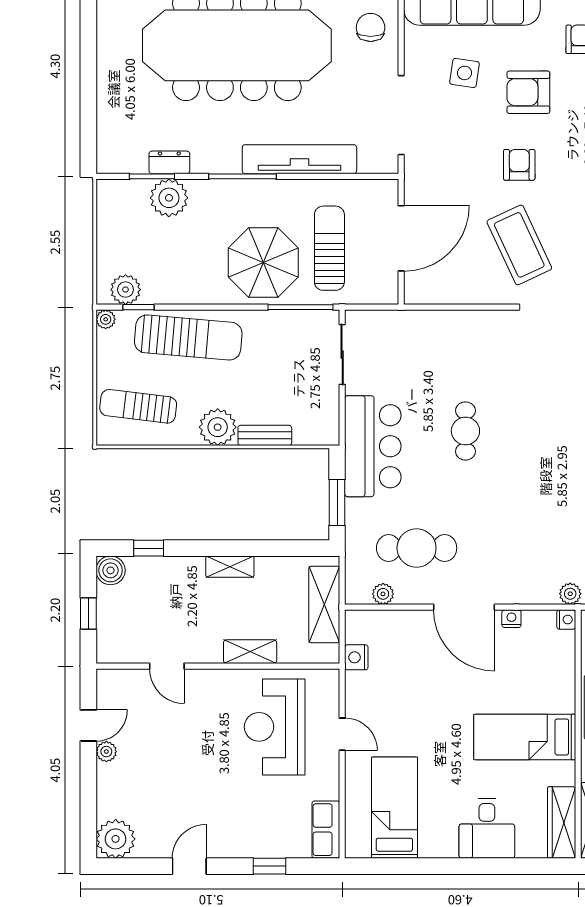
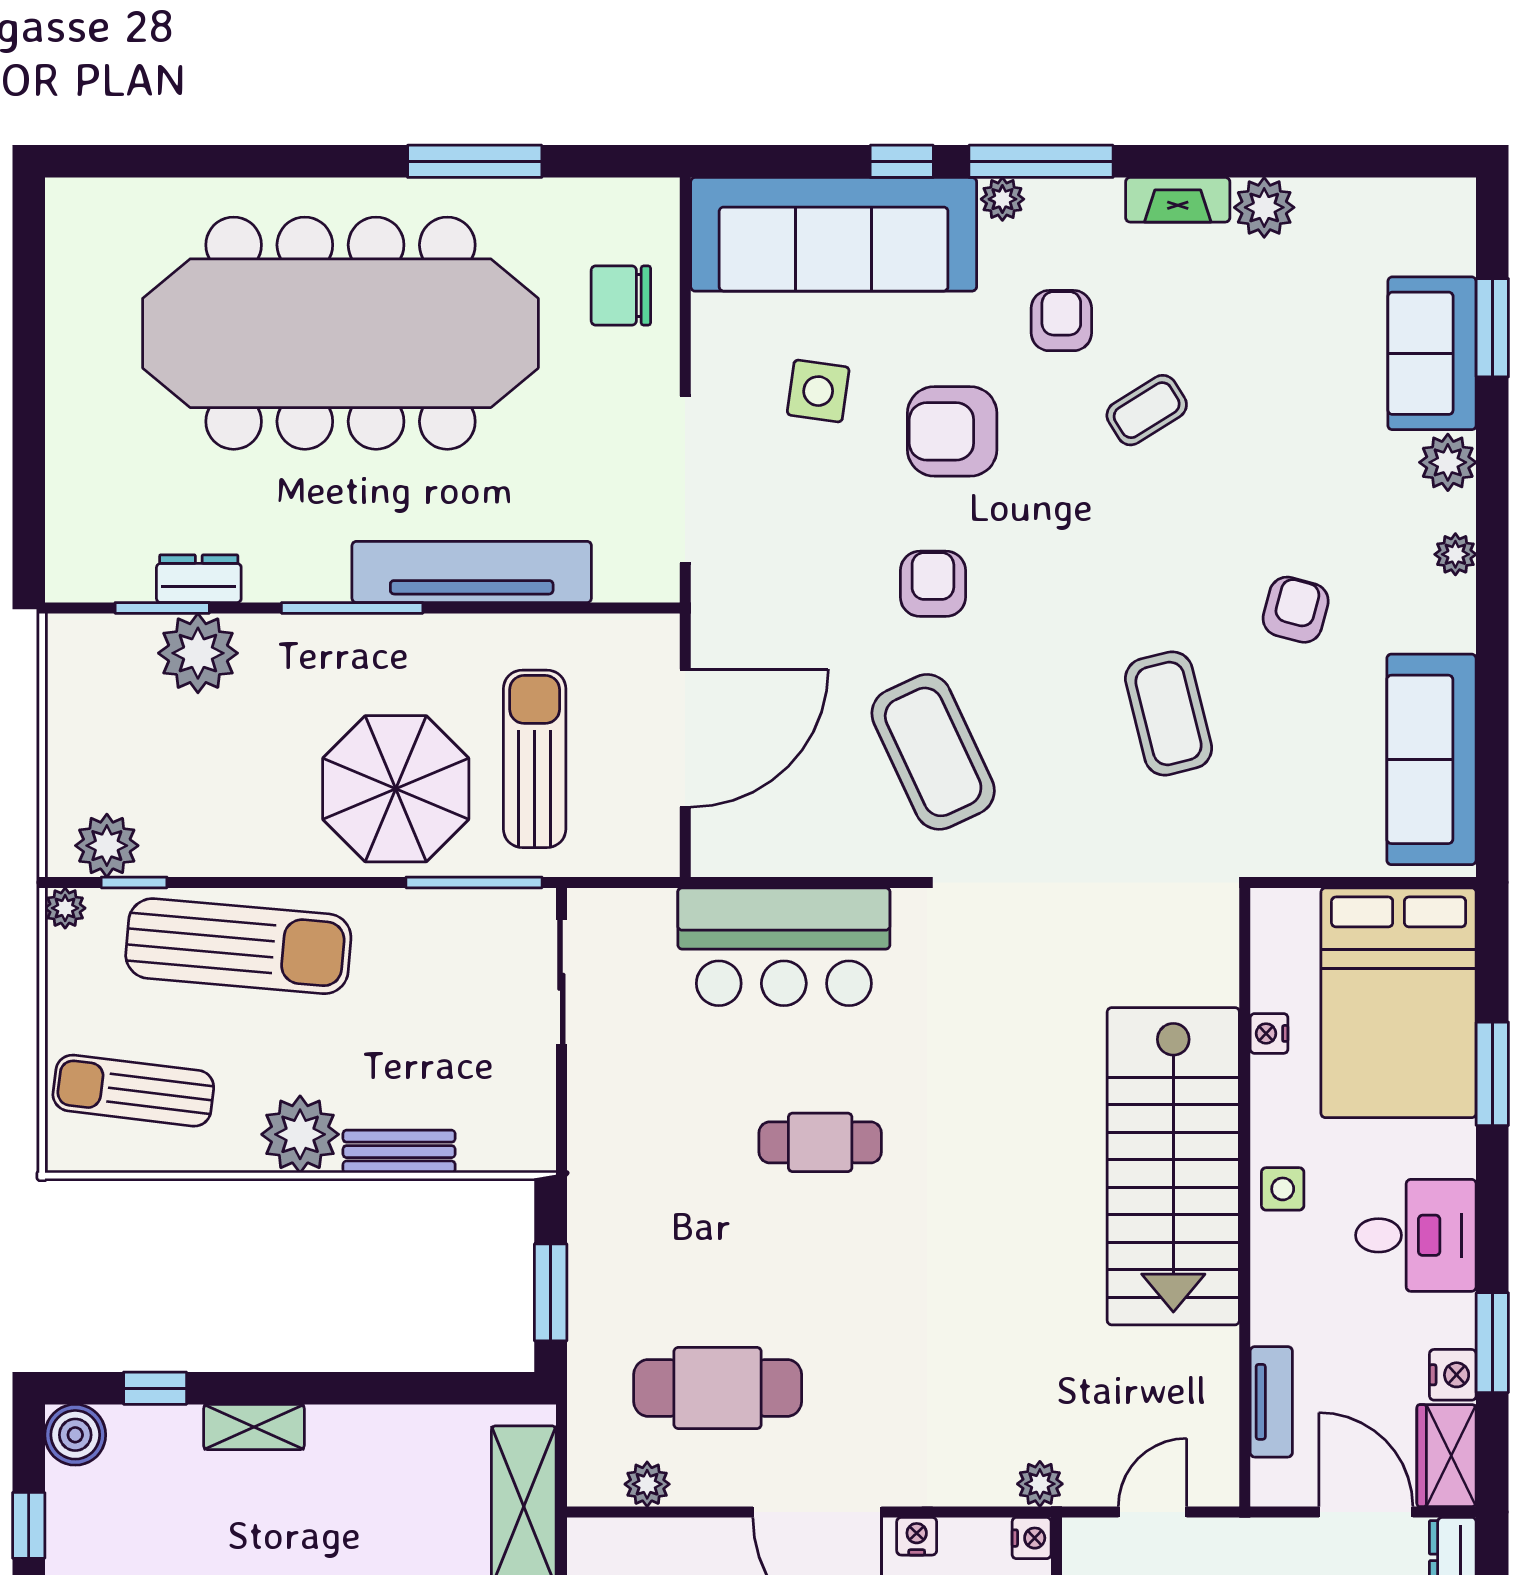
chair: (371, 27) -> (621, 295), turned -90
cafe table: (465, 431) -> (820, 1142), turned 90
bar counter: (373, 446) -> (784, 947), moved, turned 90
shelving: (230, 567) -> (254, 1427), moved

